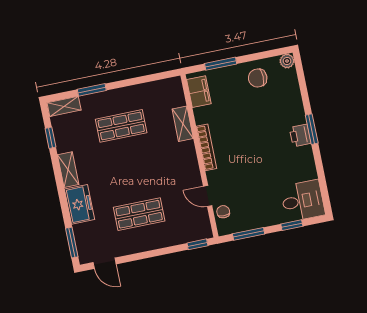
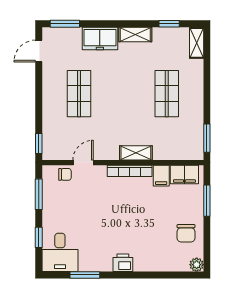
chair: (258, 78) -> (186, 233), turned 180
window: (92, 90) -> (207, 138), moved
filing cabinet: (205, 115) -> (161, 176), added
shelving: (183, 124) -> (136, 153), moved
window: (312, 129) -> (85, 275), moved

